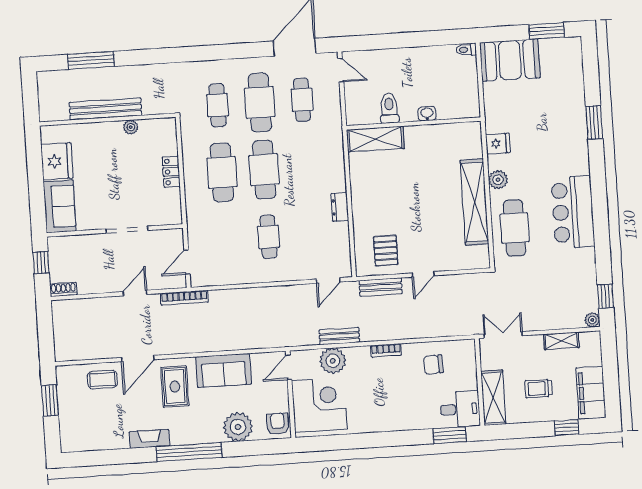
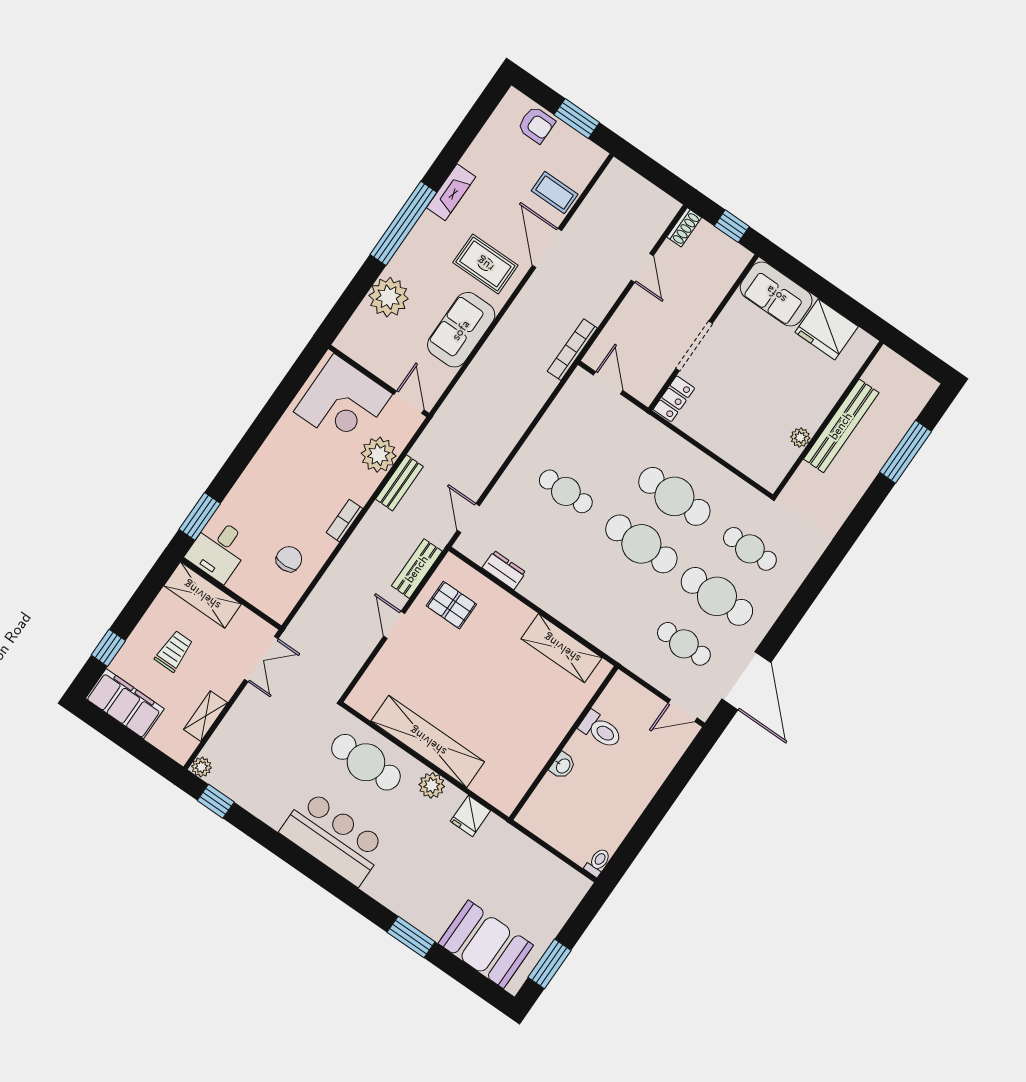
booth: (510, 60) -> (486, 944), moved, turned 90
shelving: (375, 139) -> (562, 648), moved, turned 90
locker: (171, 172) -> (674, 399), moved, turned 90
dresser: (340, 207) -> (504, 570), moved
door: (135, 293) -> (642, 268), moved
coffee table: (102, 379) -> (555, 193), turned 90
armchair: (278, 424) -> (536, 125), moved

